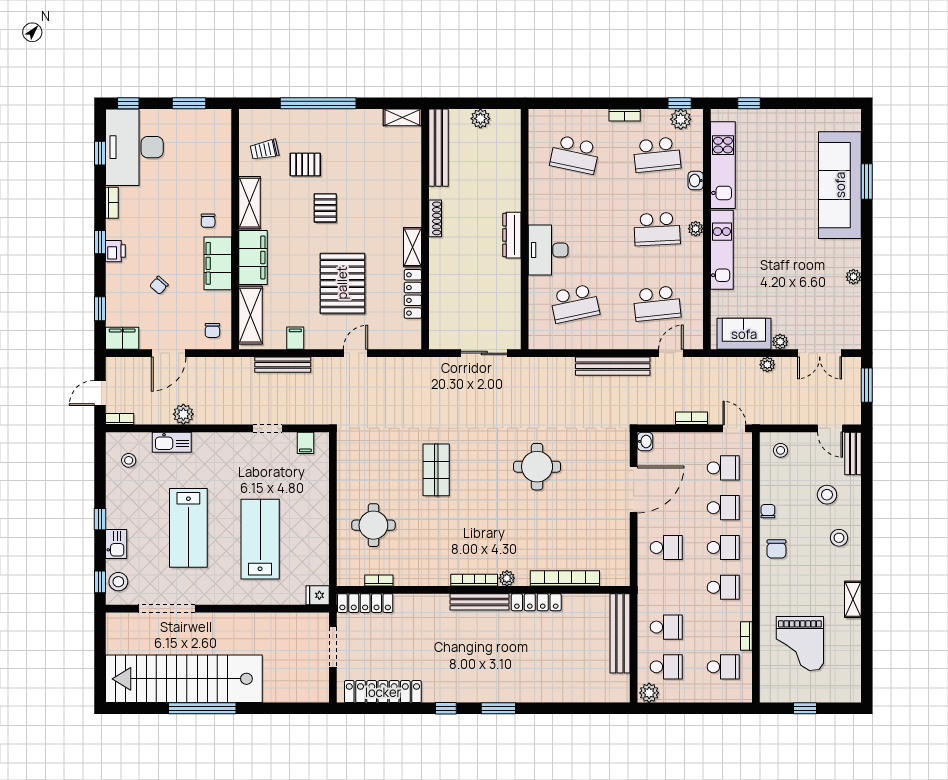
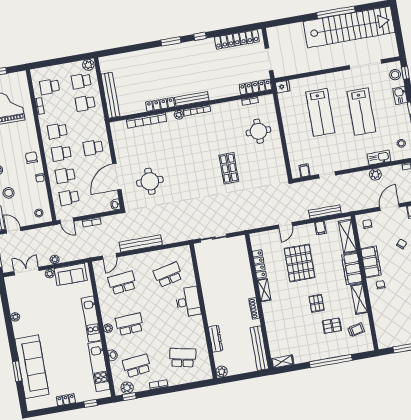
locker: (791, 117) -> (66, 400), added
plant: (480, 119) -> (222, 372), moved
dresser: (512, 235) -> (215, 339), moved
round table: (537, 467) -> (150, 181), moved
lab bench: (188, 528) -> (361, 112), turned 180

